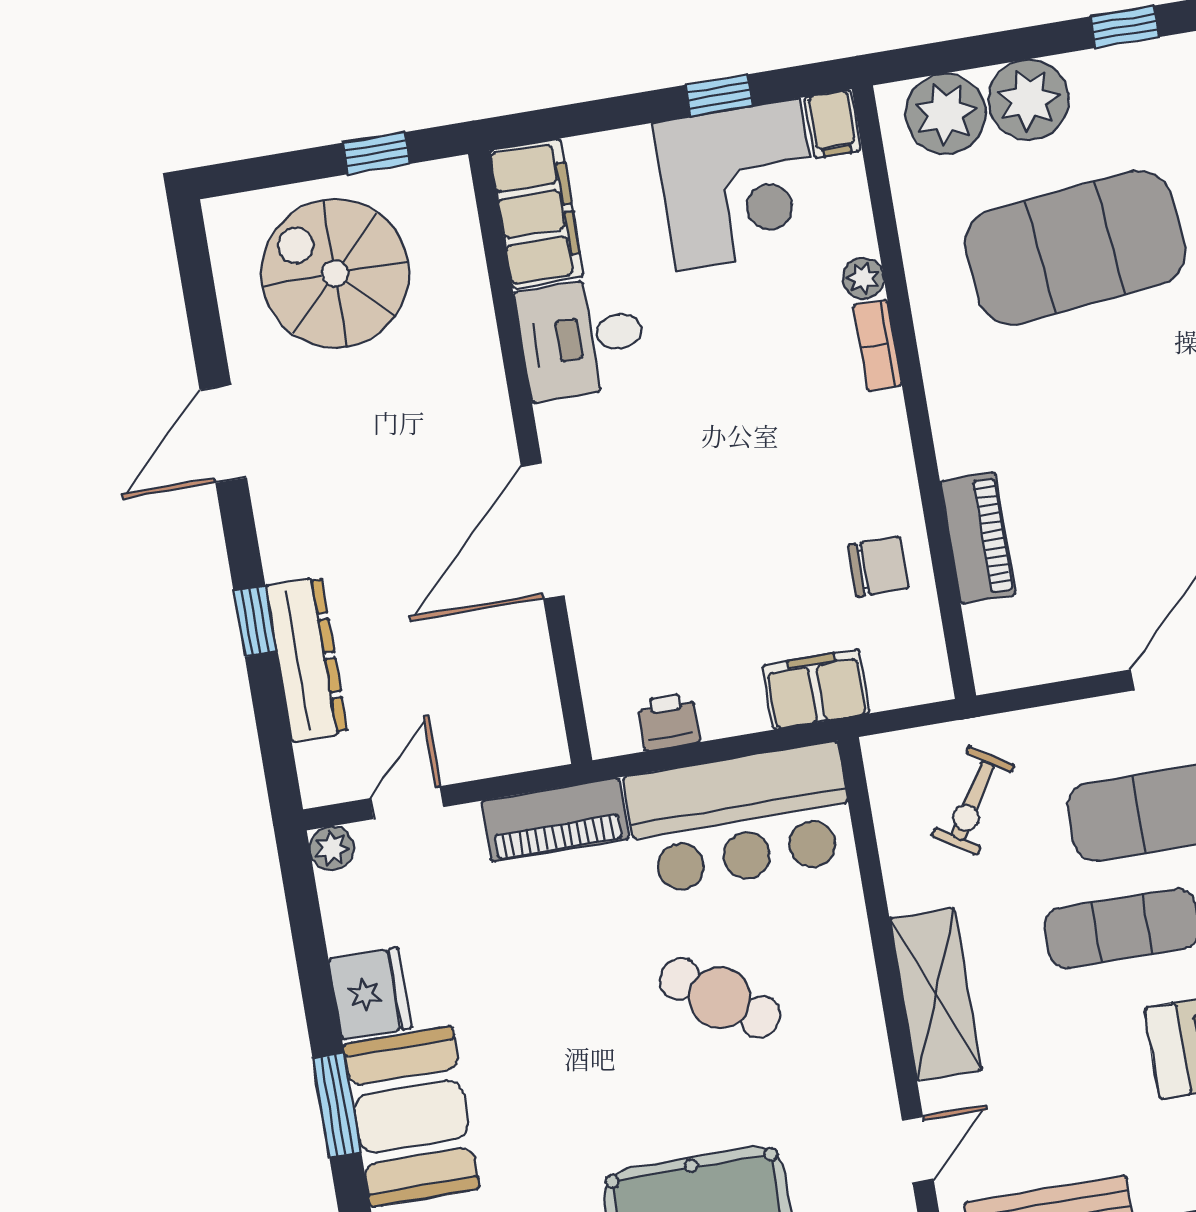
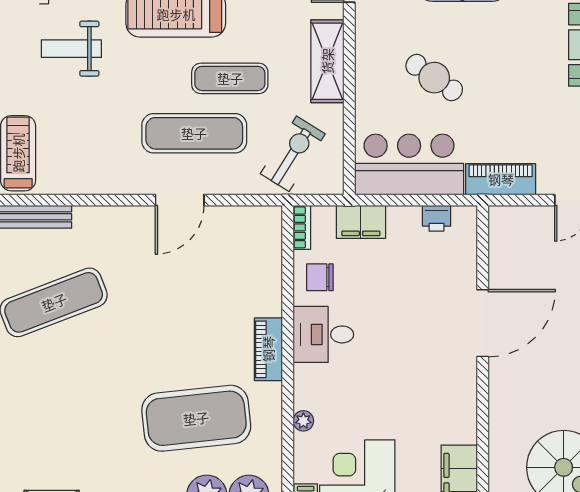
desk: (582, 338) -> (323, 334), moved, turned 180
bookcase: (877, 345) -> (302, 227), moved
piano: (978, 538) -> (268, 349), moved
exercise bike: (973, 801) -> (293, 154), width x1.38, depth x1.39

